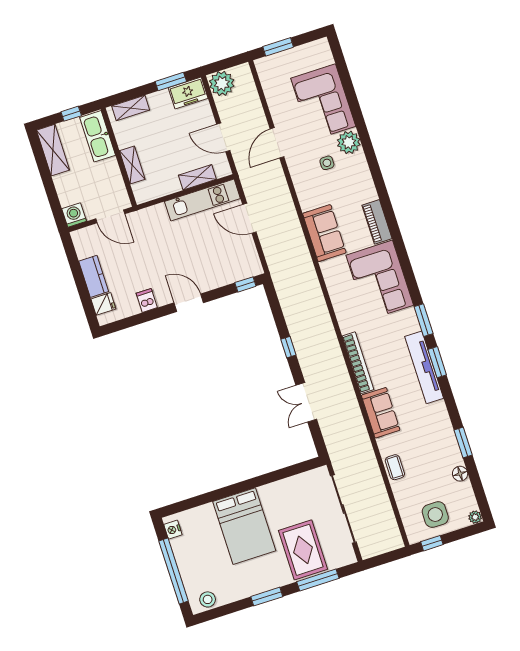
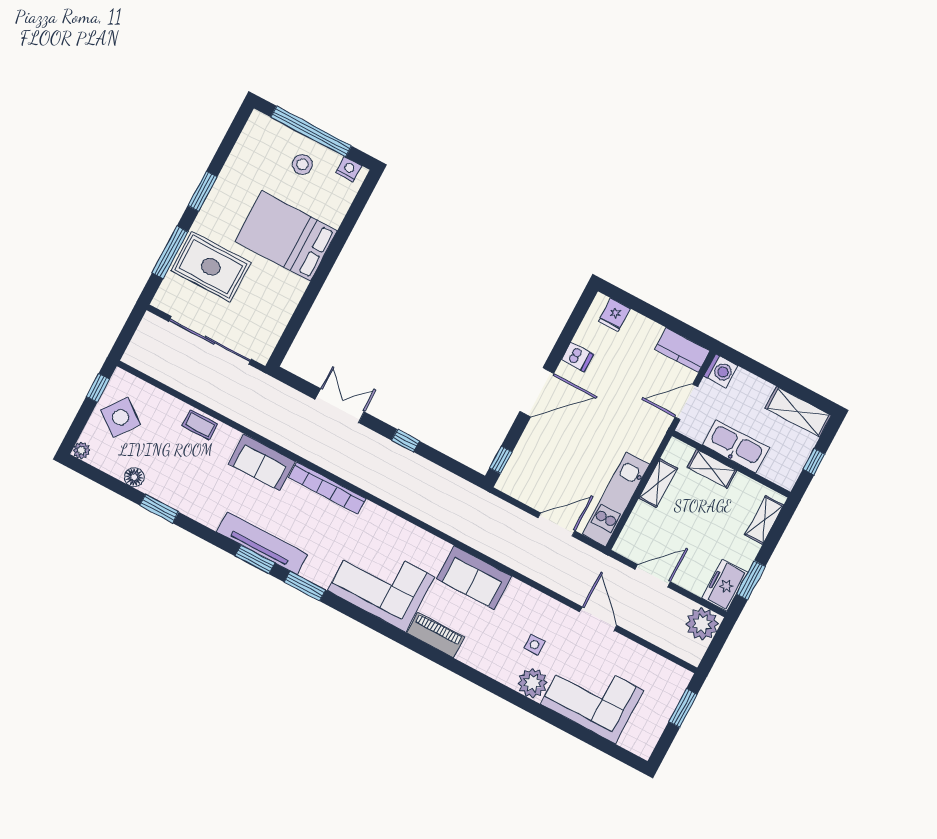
kitchen sink: (98, 136) -> (736, 446), moved
shelving: (197, 177) -> (658, 483), moved
kitchen counter: (94, 276) -> (682, 350), moved
door: (189, 303) -> (537, 392), width x1.36
side table: (435, 515) -> (120, 417), turned 37
stool: (208, 599) -> (302, 164), moved

